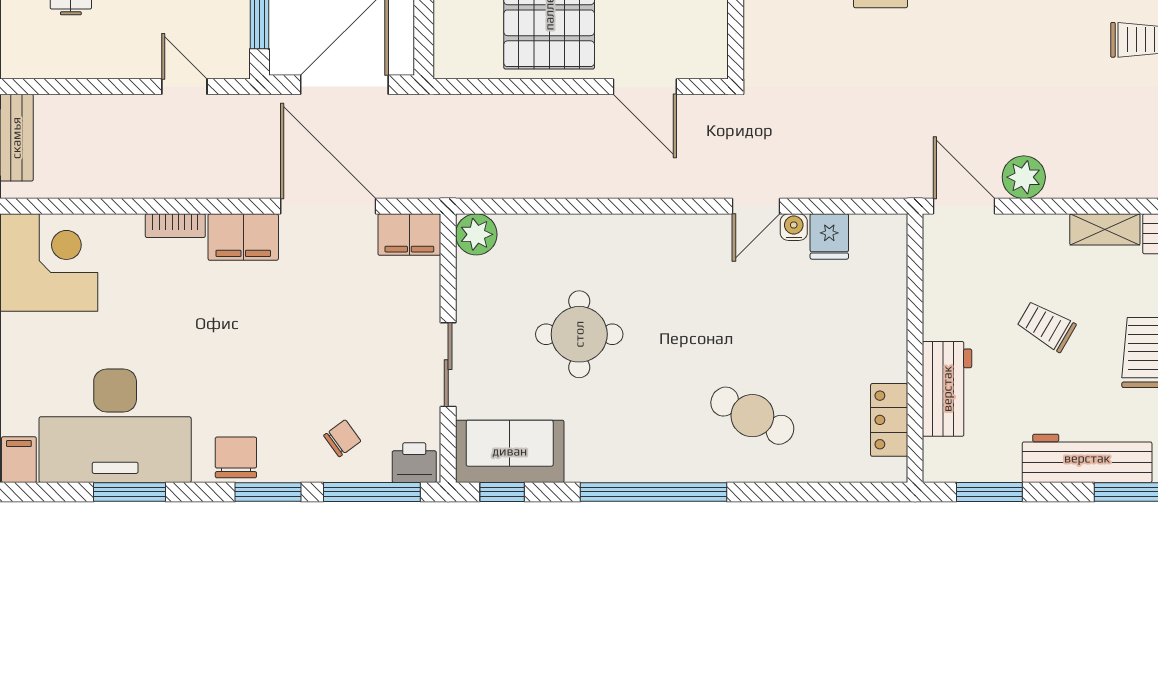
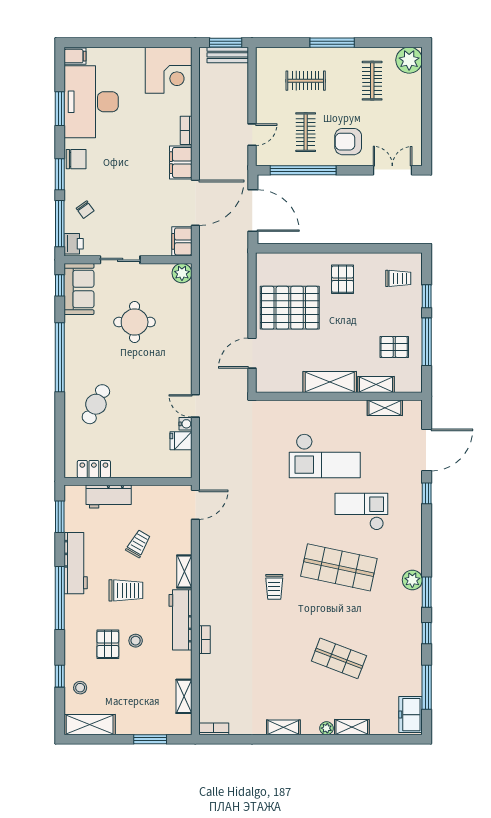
plant: (1024, 177) -> (209, 533), removed

